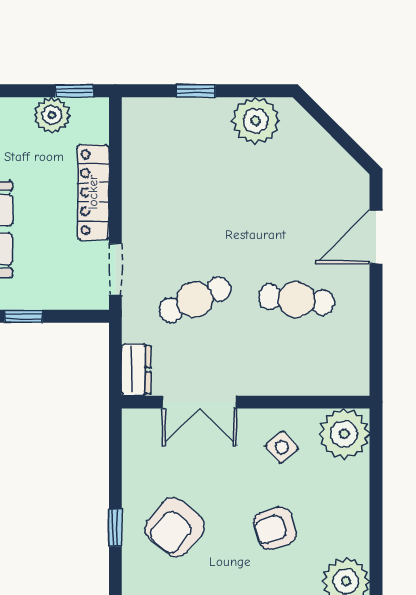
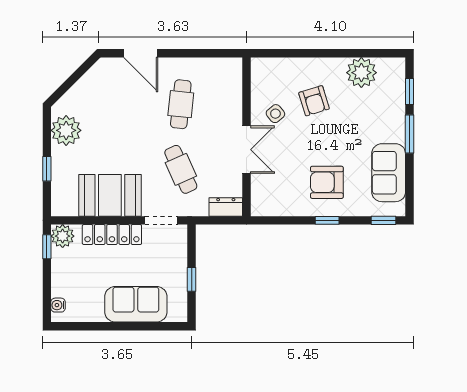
plant: (52, 115) -> (63, 236), moved
booth: (154, 189) -> (110, 195), added
double door: (199, 402) -> (247, 150), moved
plant: (344, 434) -> (267, 74), removed
armchair: (175, 527) -> (327, 182), turned 141
armchair: (275, 528) -> (314, 101), moved

